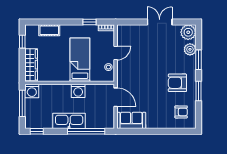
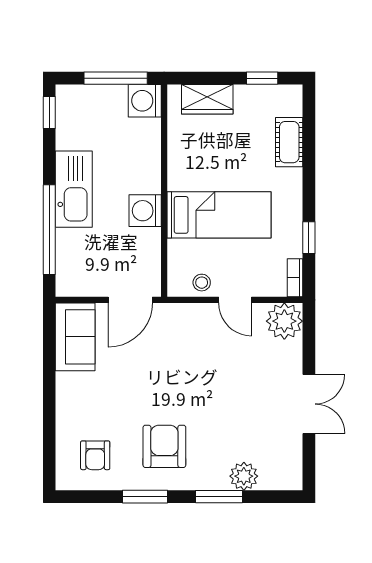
plant: (188, 32) -> (284, 321), moved
wardrobe: (31, 65) -> (207, 99), width x0.67

